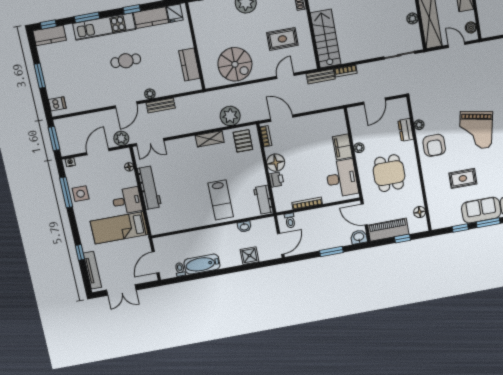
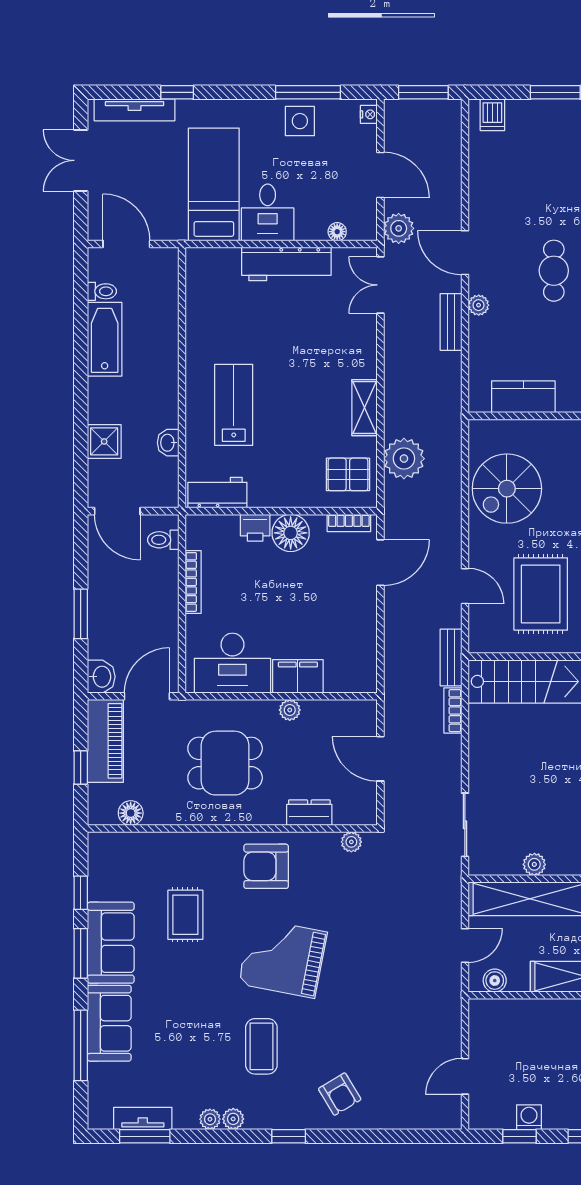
rug: (282, 39) -> (541, 594), width x1.36, depth x1.43
plant: (419, 125) -> (351, 842), moved
lab bench: (221, 200) -> (234, 405), turned 90

